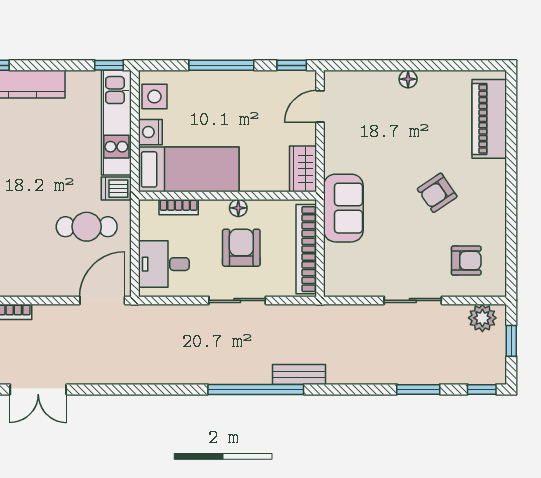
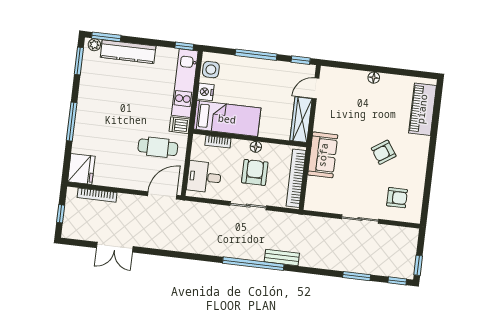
wardrobe: (303, 169) -> (301, 120), width x1.50
plant: (482, 318) -> (403, 235), removed
window: (511, 341) -> (418, 265), moved

